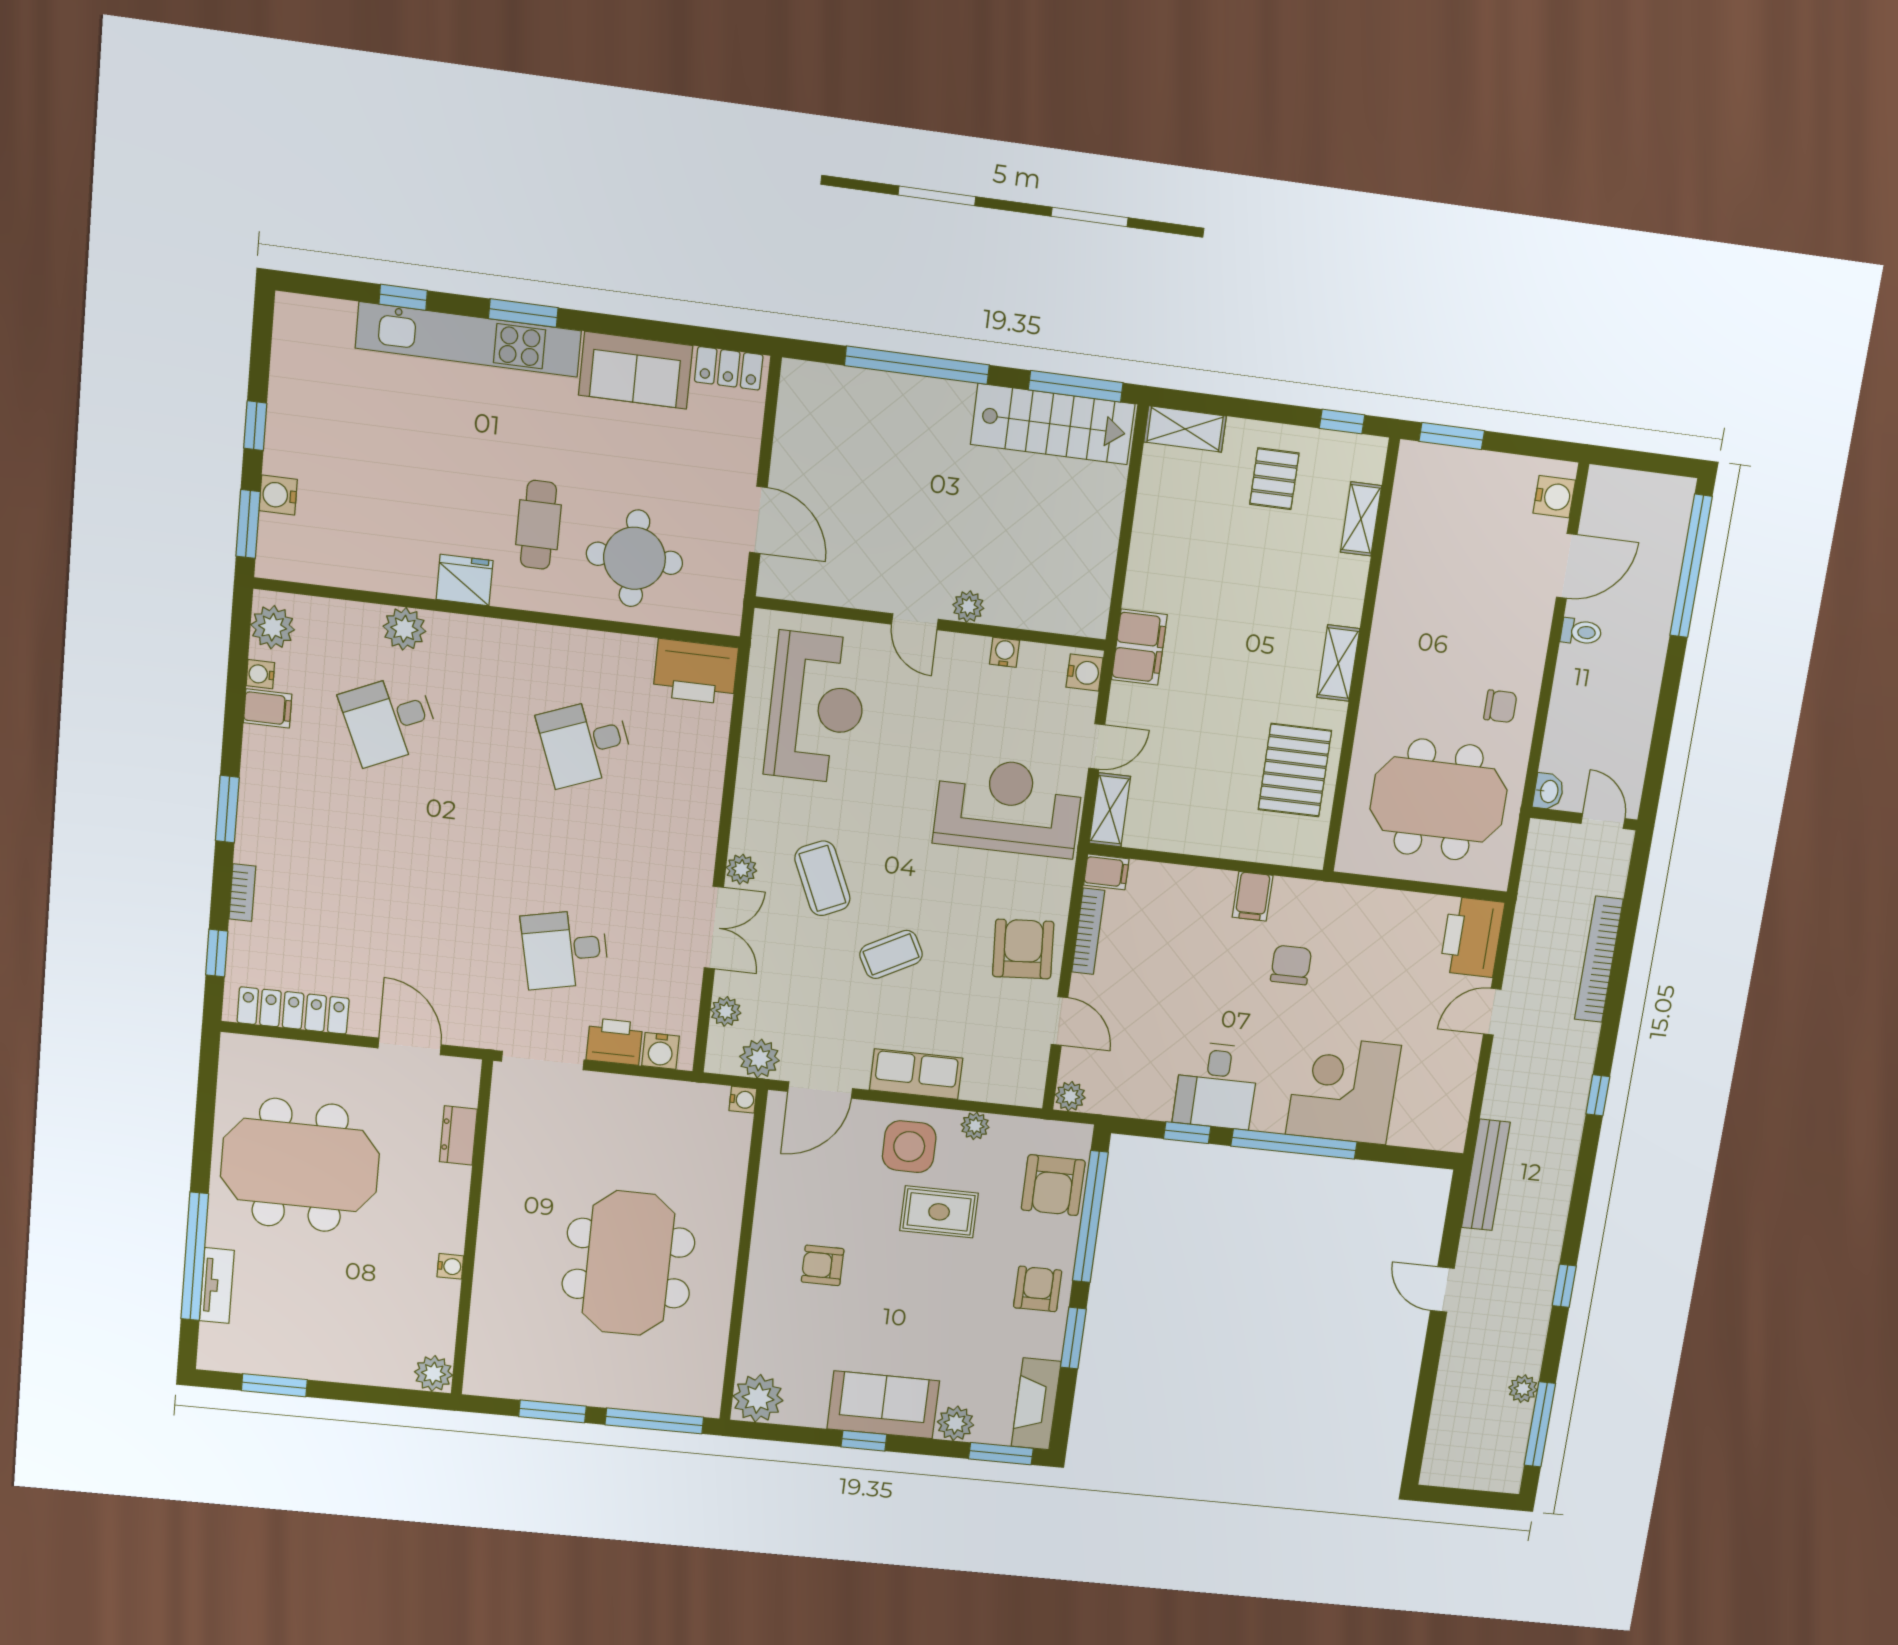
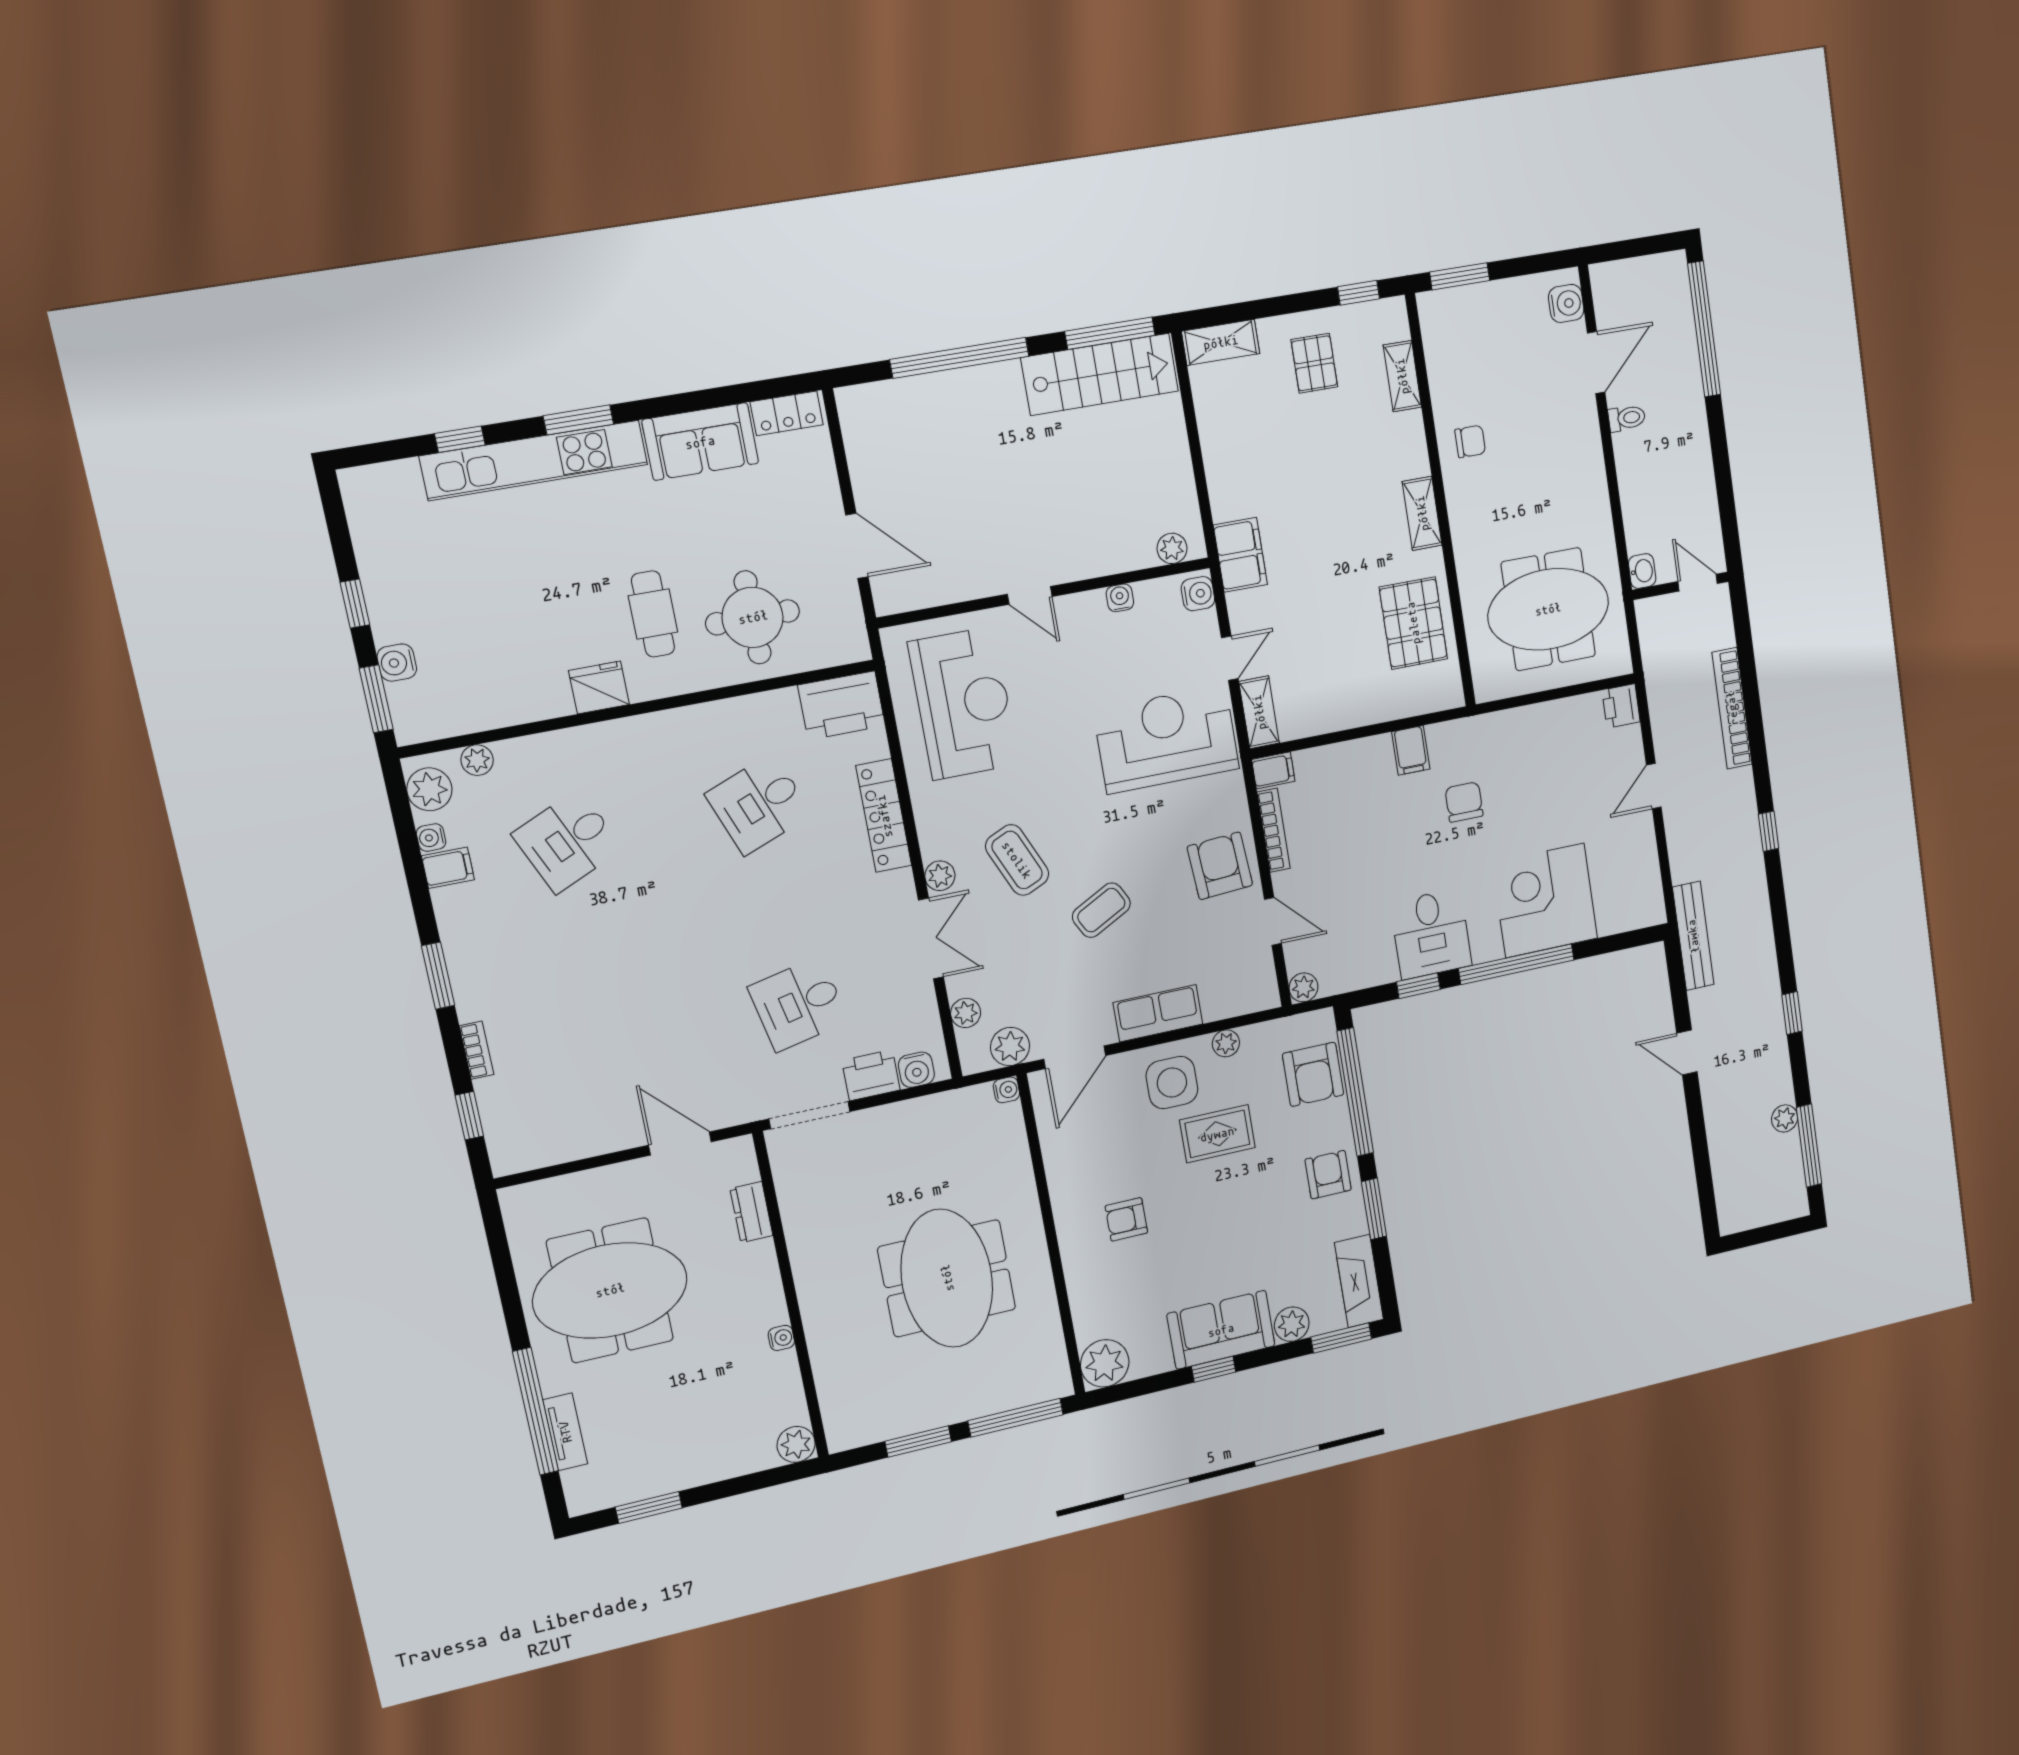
plant: (968, 607) -> (1172, 548), moved
plant: (404, 629) -> (477, 760), moved, width x0.73, depth x0.73
chair: (1500, 706) -> (1470, 441), moved
printer: (1472, 937) -> (1621, 706), width x0.53, depth x0.68
locker: (293, 1010) -> (884, 816), moved, turned -90

